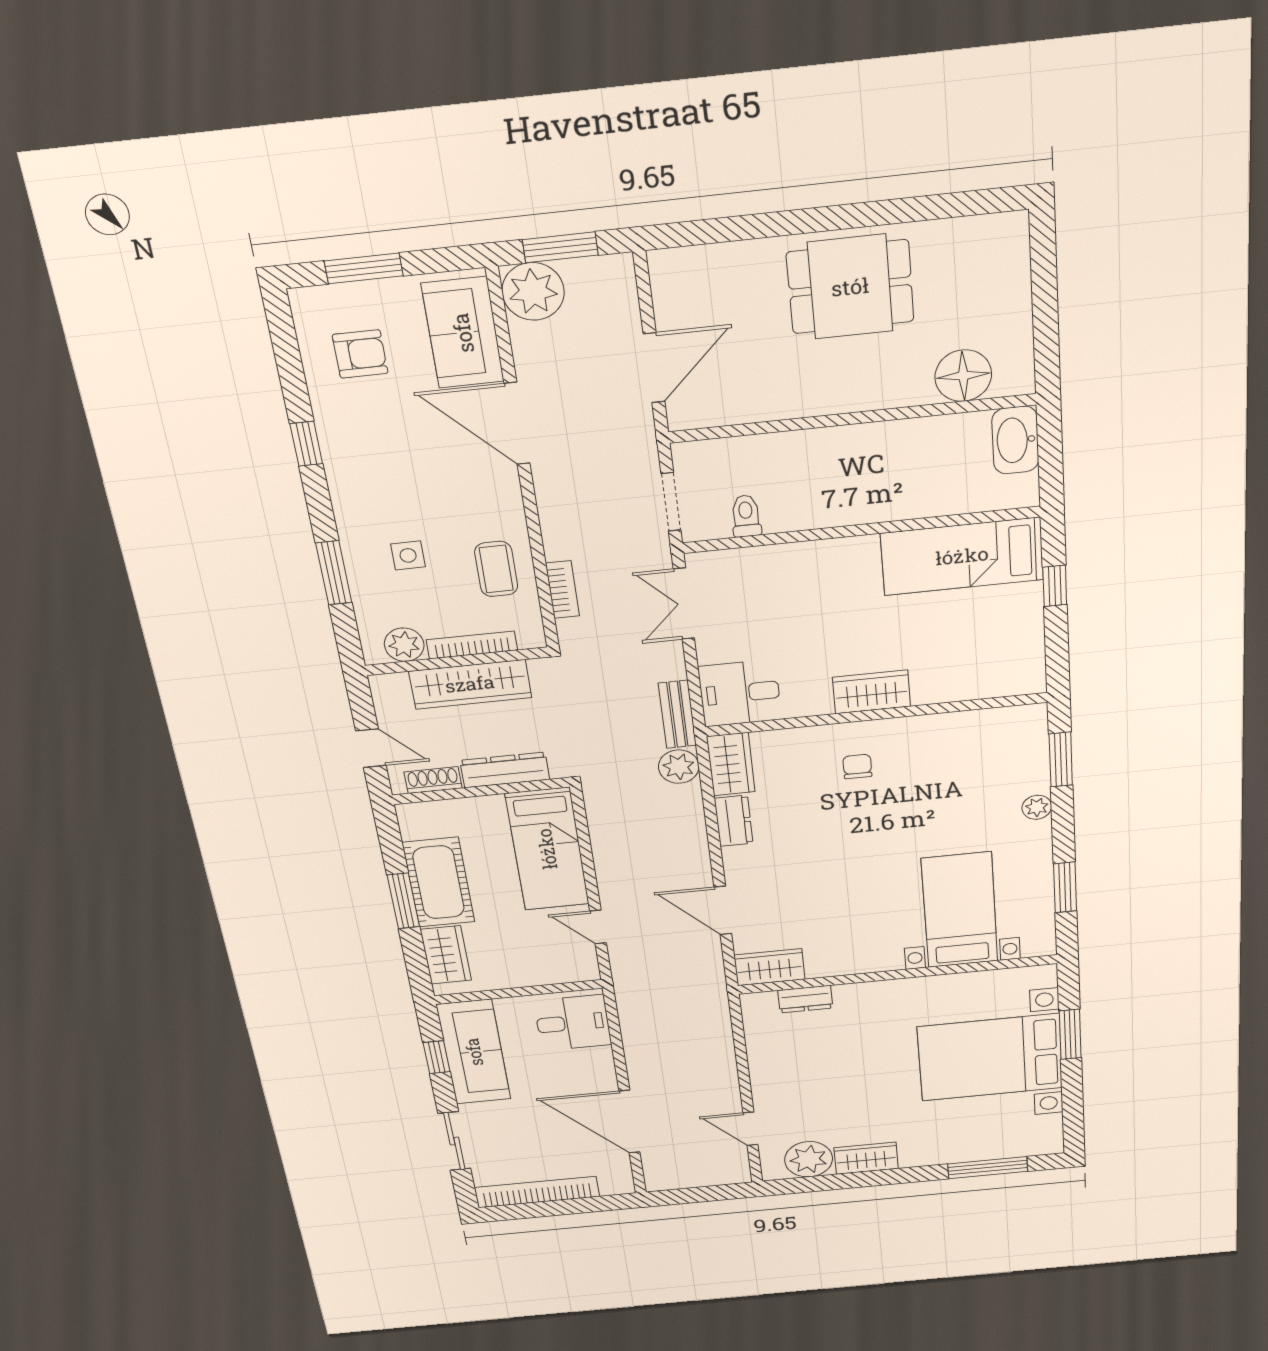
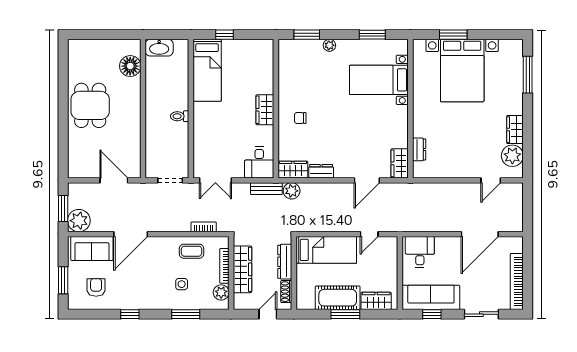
toilet: (746, 516) -> (180, 116), moved

